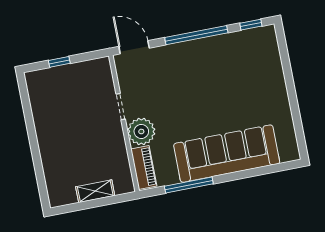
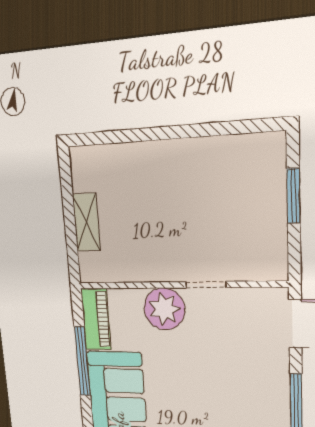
window: (59, 62) -> (293, 196), width x1.50
piano: (144, 168) -> (96, 319), moved, turned -90

